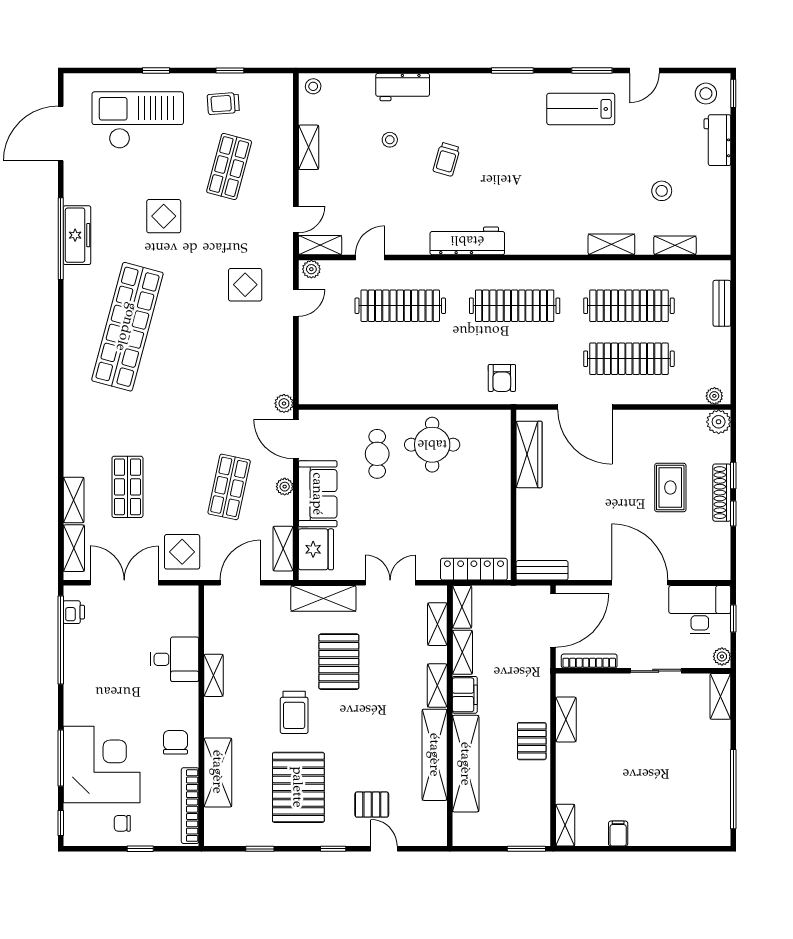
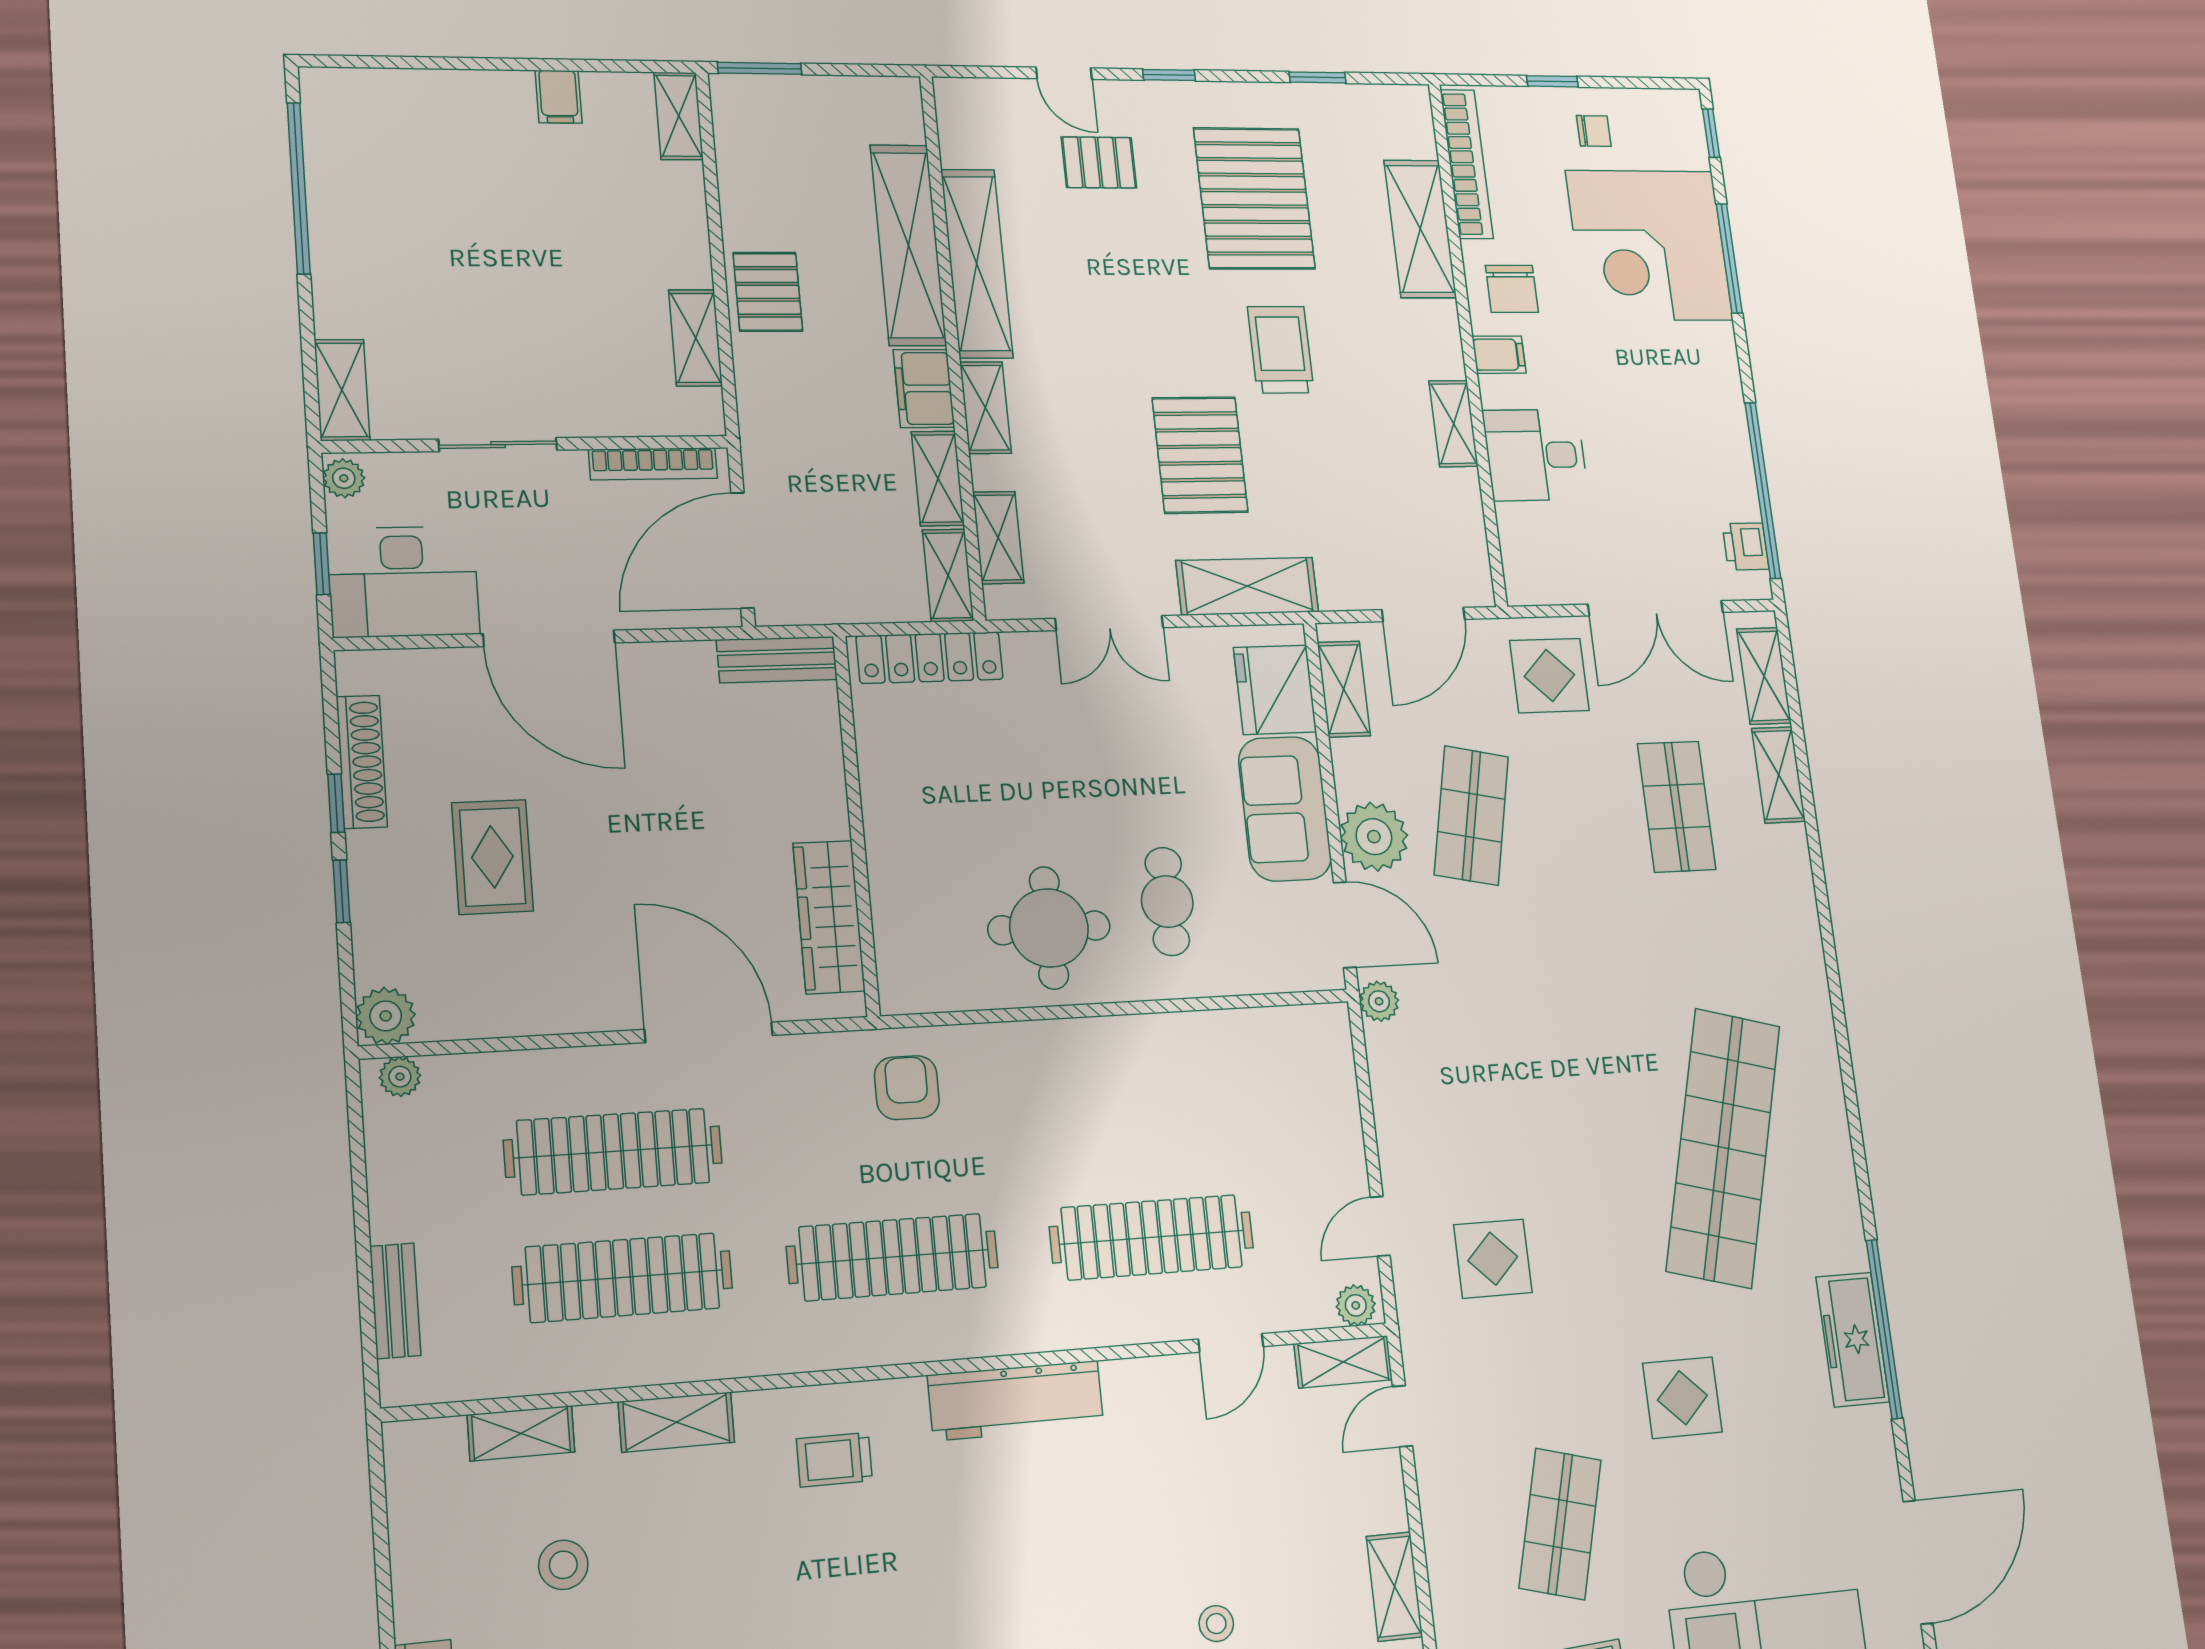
trolley: (447, 159) -> (834, 1460), moved, turned -106
plant: (285, 487) -> (1374, 837), width x1.88, depth x1.88
shoe rack: (722, 493) -> (362, 762), moved
filing cabinet: (186, 709) -> (1499, 355), added

